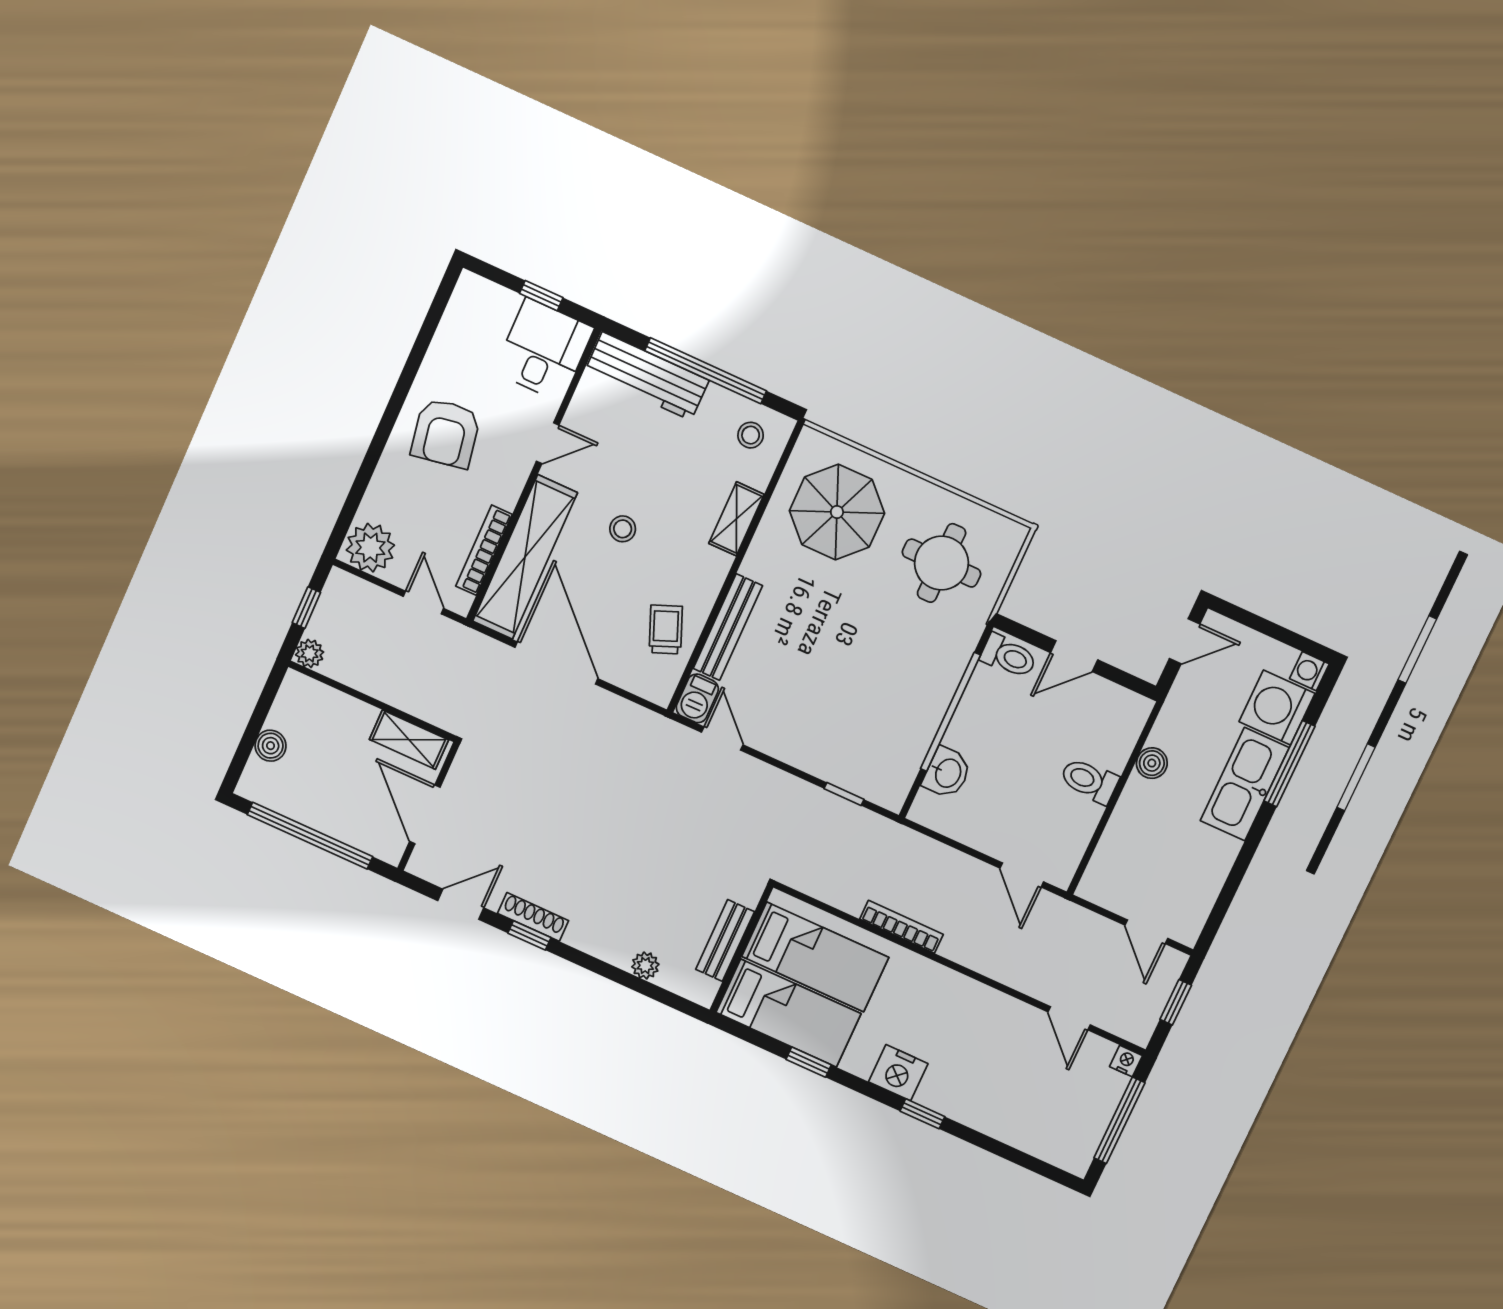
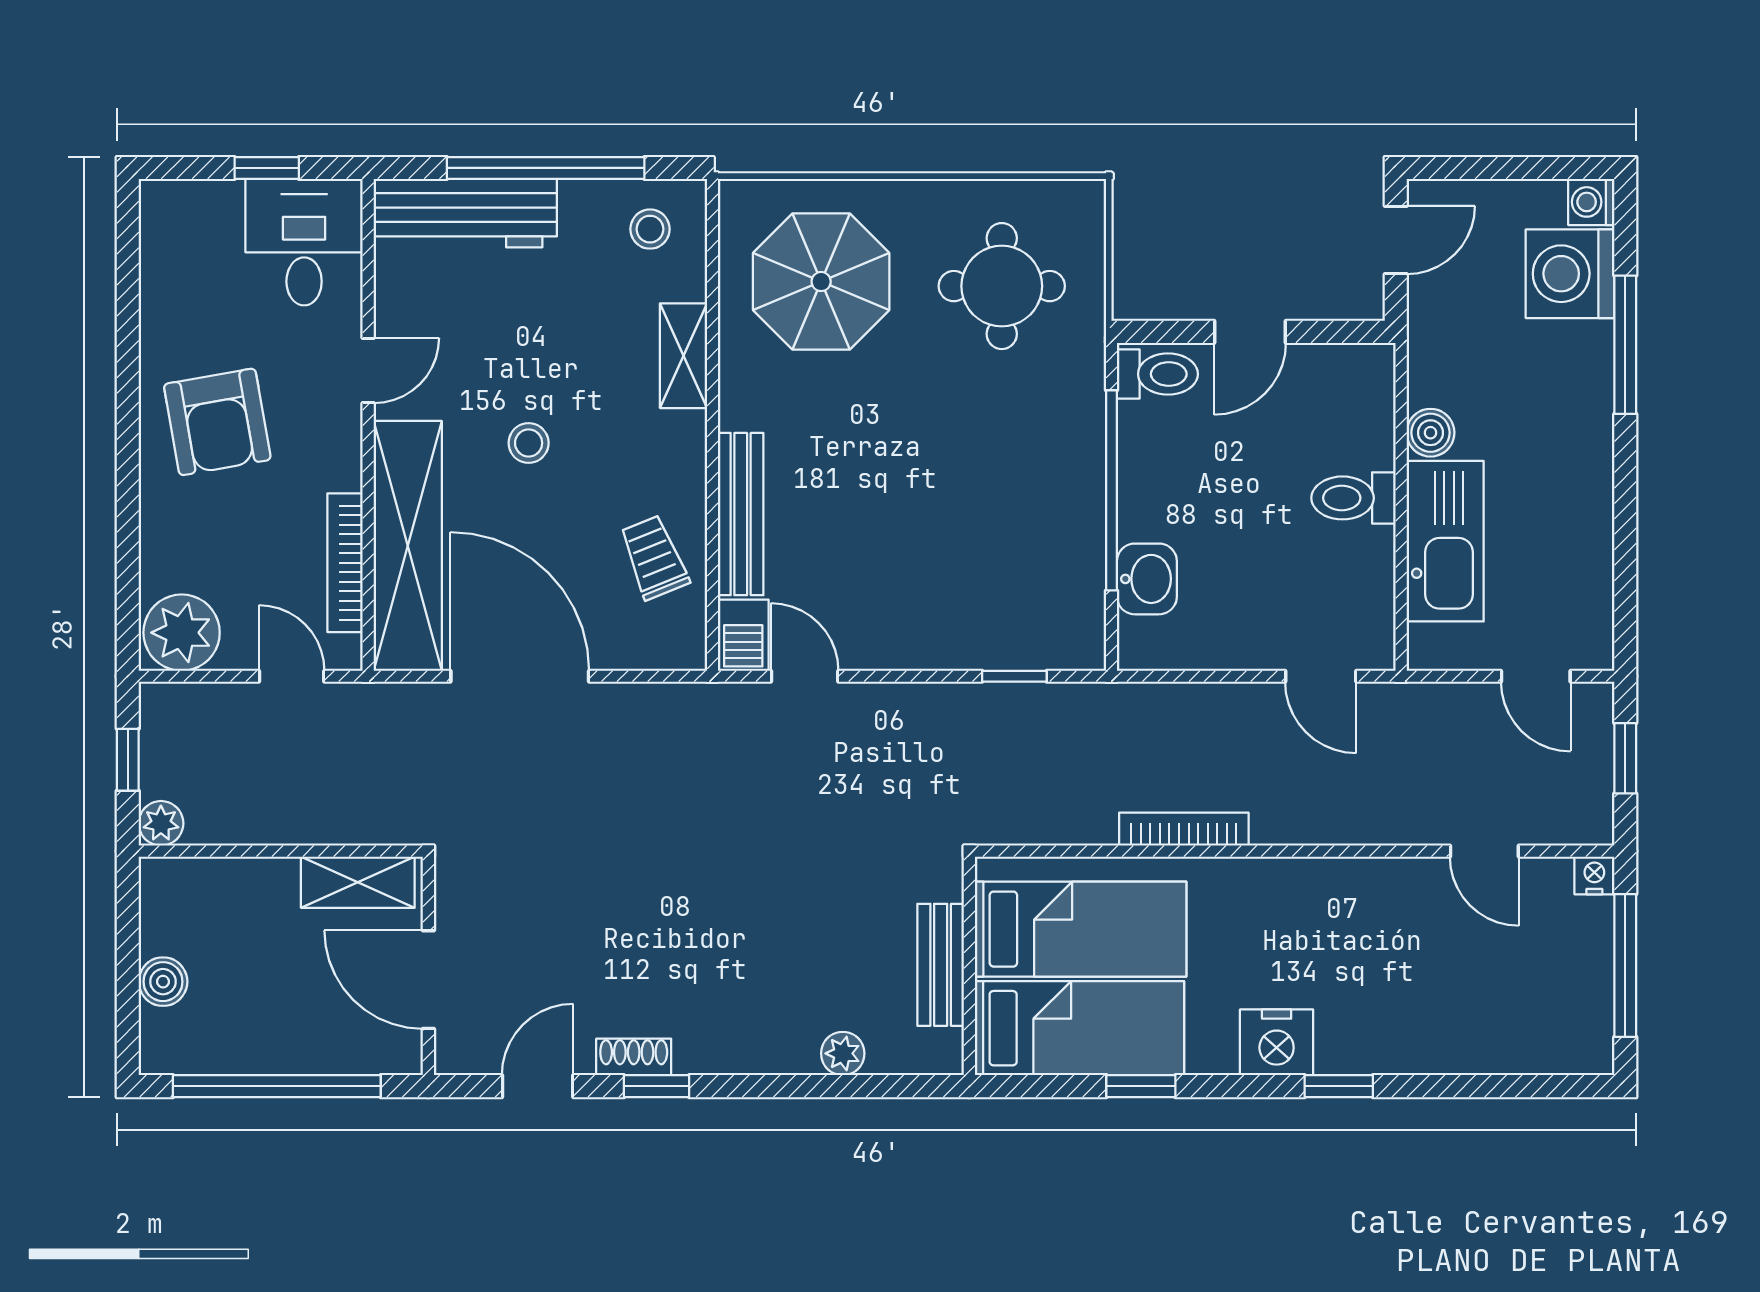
kitchen sink: (1245, 784) -> (1445, 541), moved, turned 180
shoe rack: (533, 917) -> (634, 1057), width x0.70

